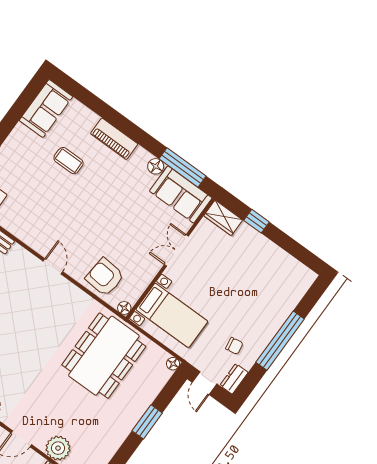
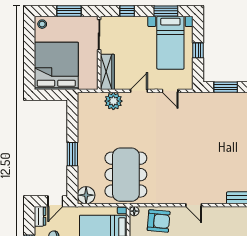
floor lamp: (173, 364) -> (86, 195), width x1.89, depth x1.89
door: (205, 383) -> (55, 201), swing flipped

